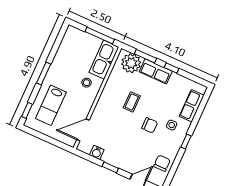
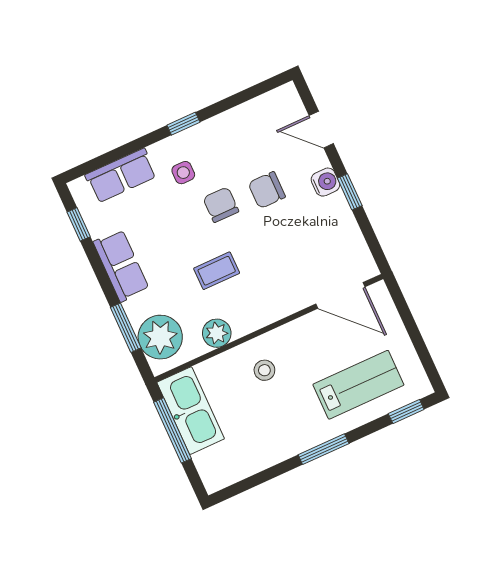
kitchen sink: (104, 60) -> (191, 411), moved, turned -90
window: (171, 68) -> (79, 224), moved
row of seats: (156, 71) -> (121, 265), moved
plant: (113, 81) -> (217, 333), added
water cooler: (97, 152) -> (325, 182), moved
chair: (162, 163) -> (267, 190), moved

